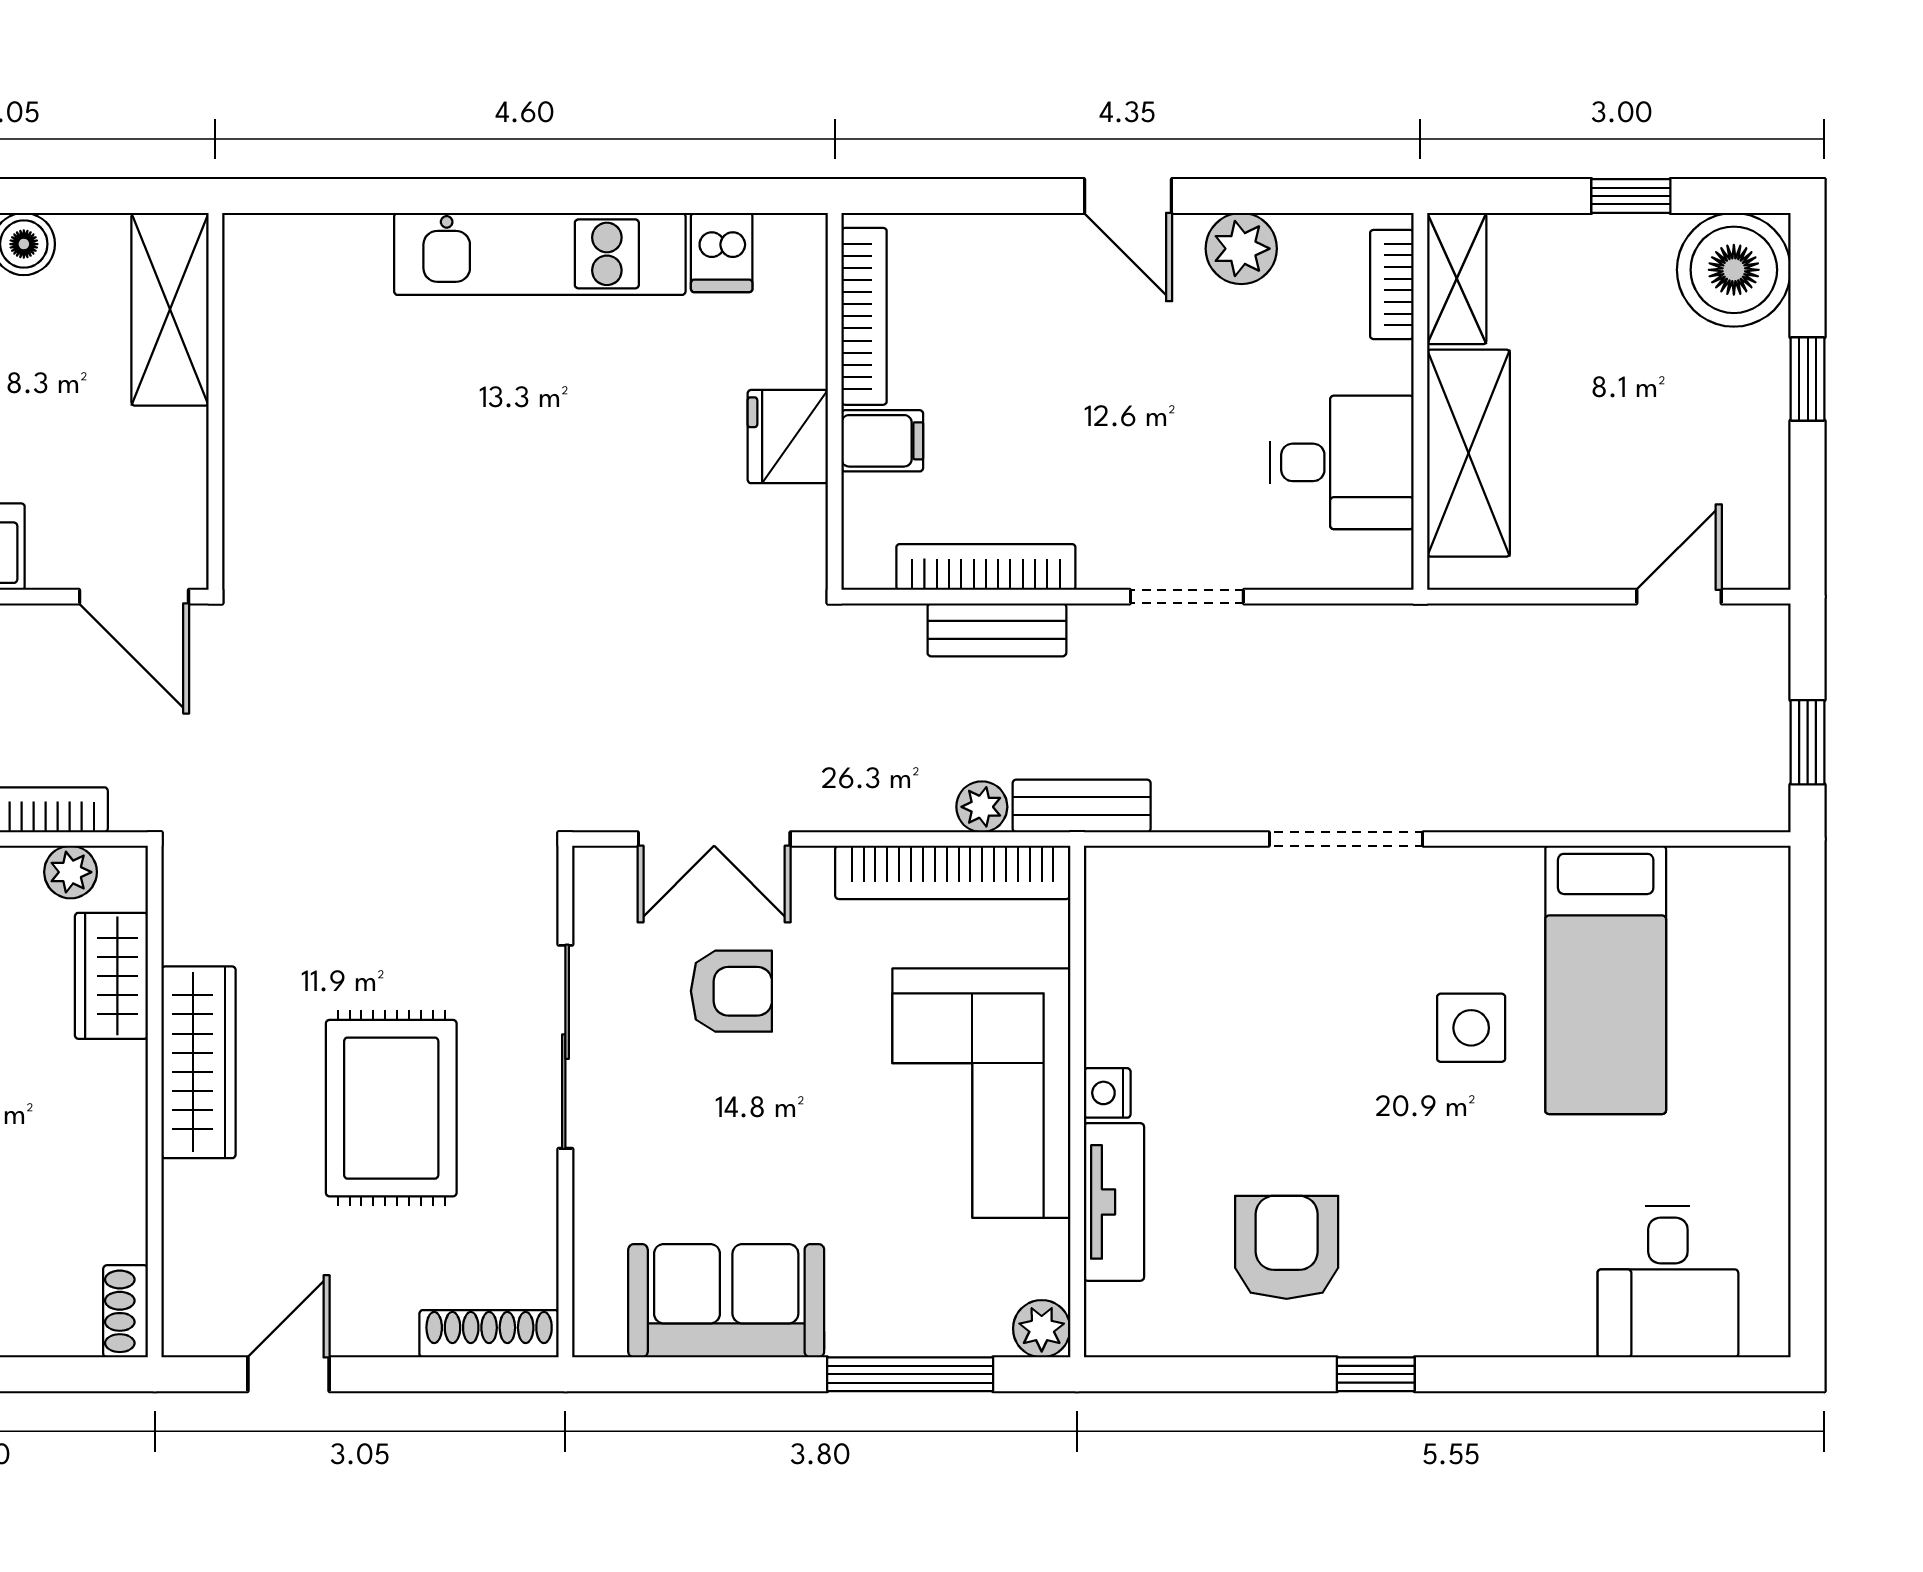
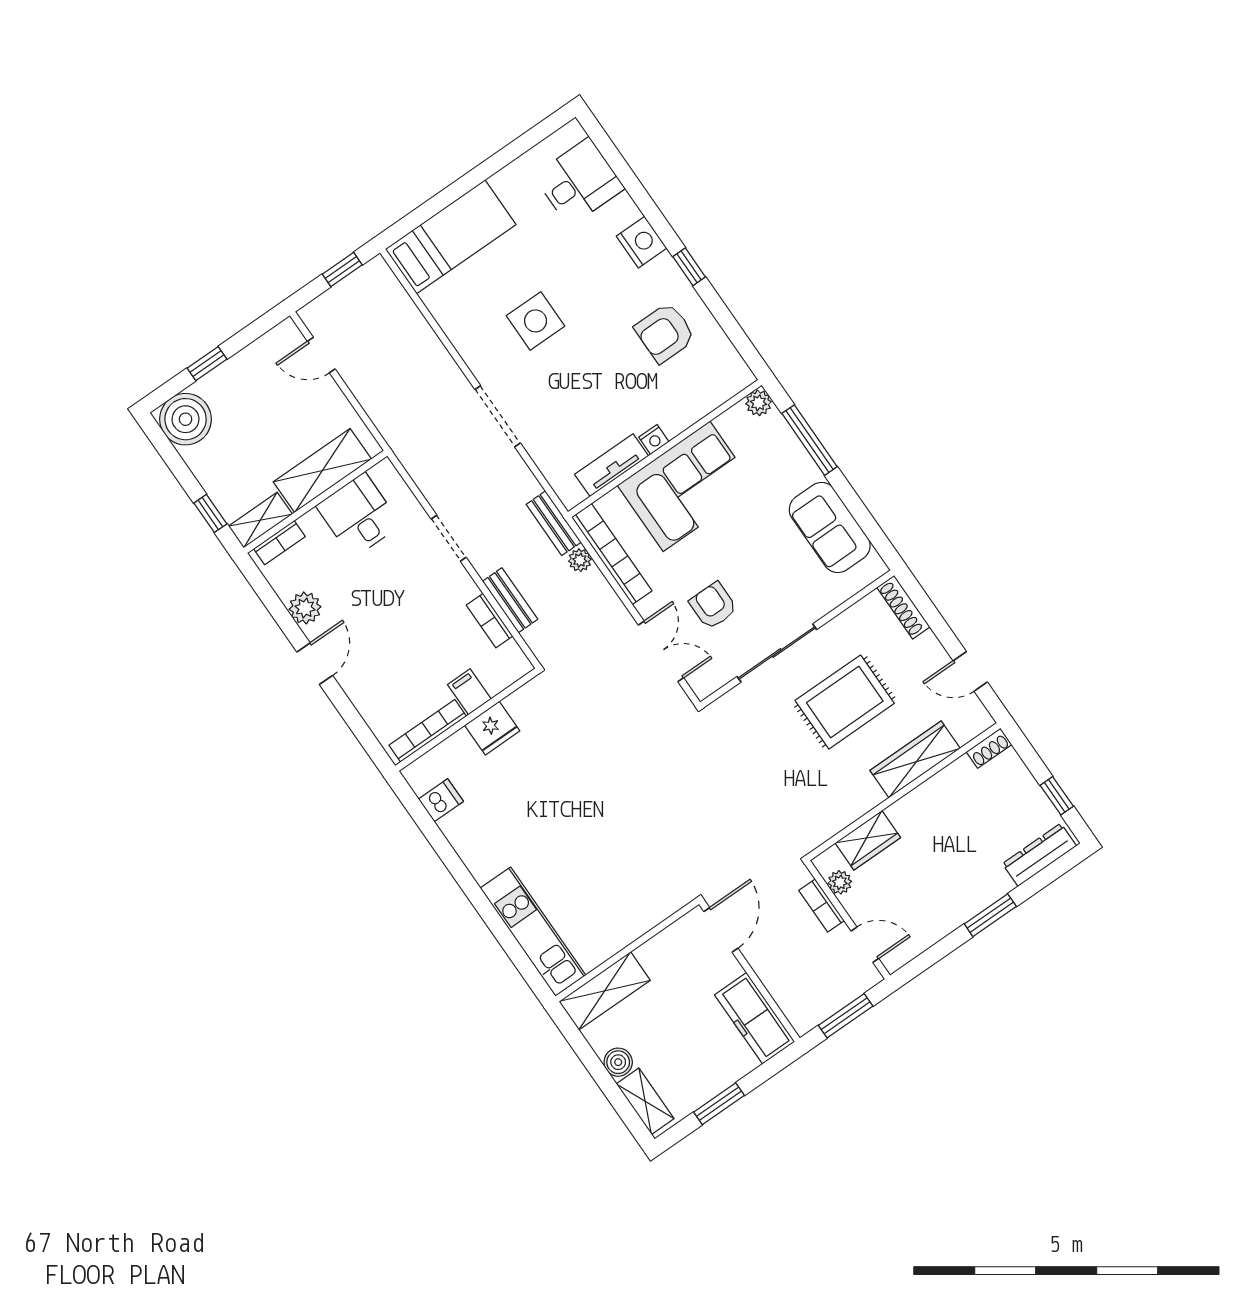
window: (1631, 196) -> (210, 513), moved
kitchen unit: (540, 254) -> (533, 932), moved
bookcase: (986, 567) -> (490, 621), width x0.64
bed: (1606, 980) -> (451, 237), moved
side table: (1471, 1028) -> (536, 321), width x1.37, depth x1.37
wardrobe: (199, 1062) -> (915, 759), moved
tv unit: (1114, 1202) -> (612, 465), moved
nightstand: (1480, 1319) -> (642, 242), added

